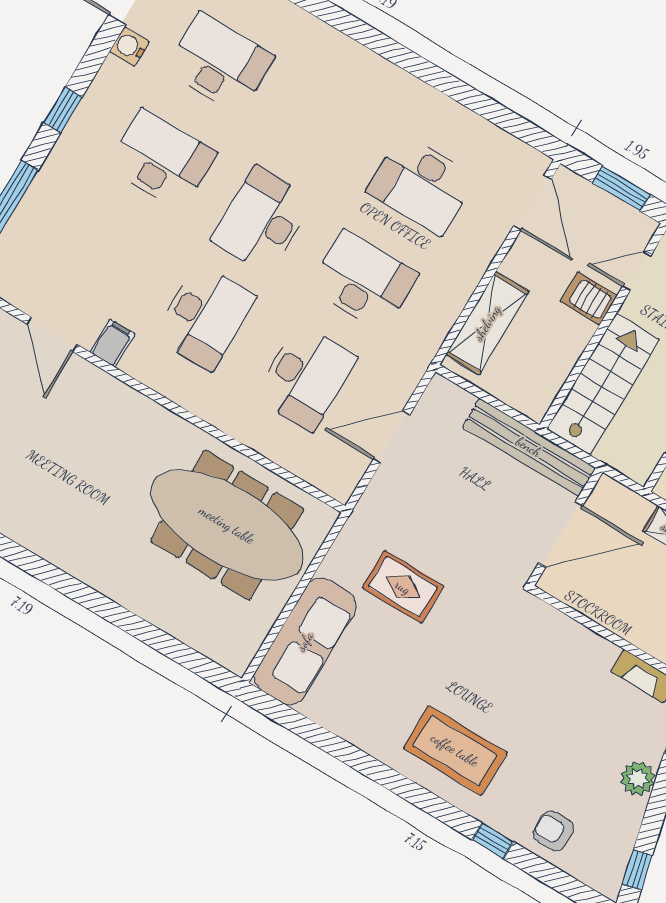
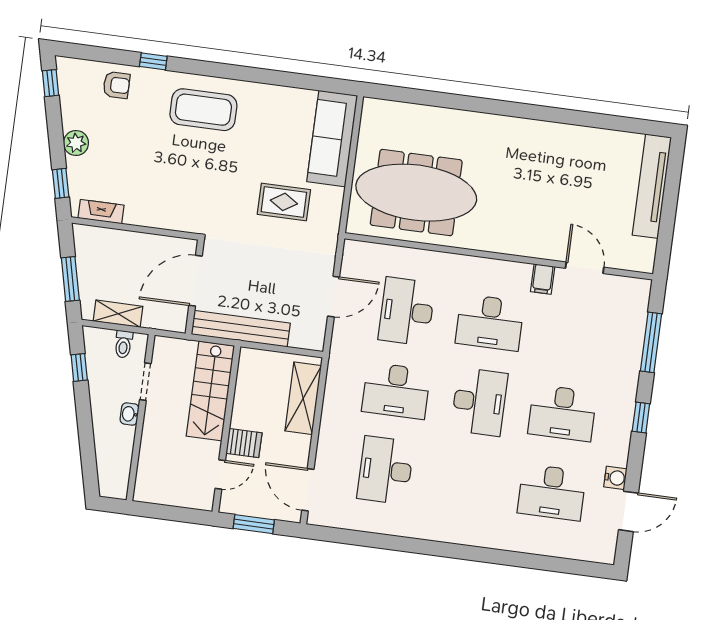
desk: (421, 184) -> (386, 470), turned -90
desk: (205, 317) -> (490, 322), turned -90

